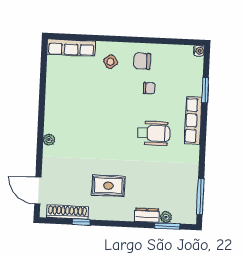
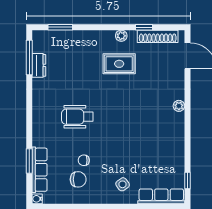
chair: (142, 61) -> (78, 179), moved
window: (44, 63) -> (187, 180), added
row of seats: (193, 120) -> (40, 170), moved
dresser: (147, 215) -> (39, 65), moved, turned -90
plant: (166, 217) -> (121, 36), moved

